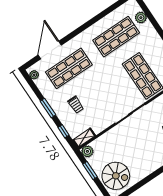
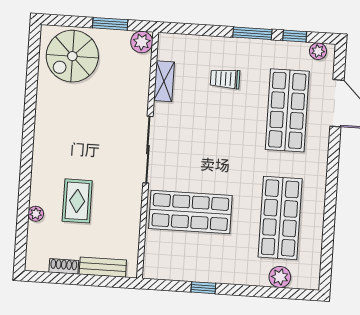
window: (64, 131) -> (295, 36), moved
shelving: (84, 138) -> (164, 81), moved

